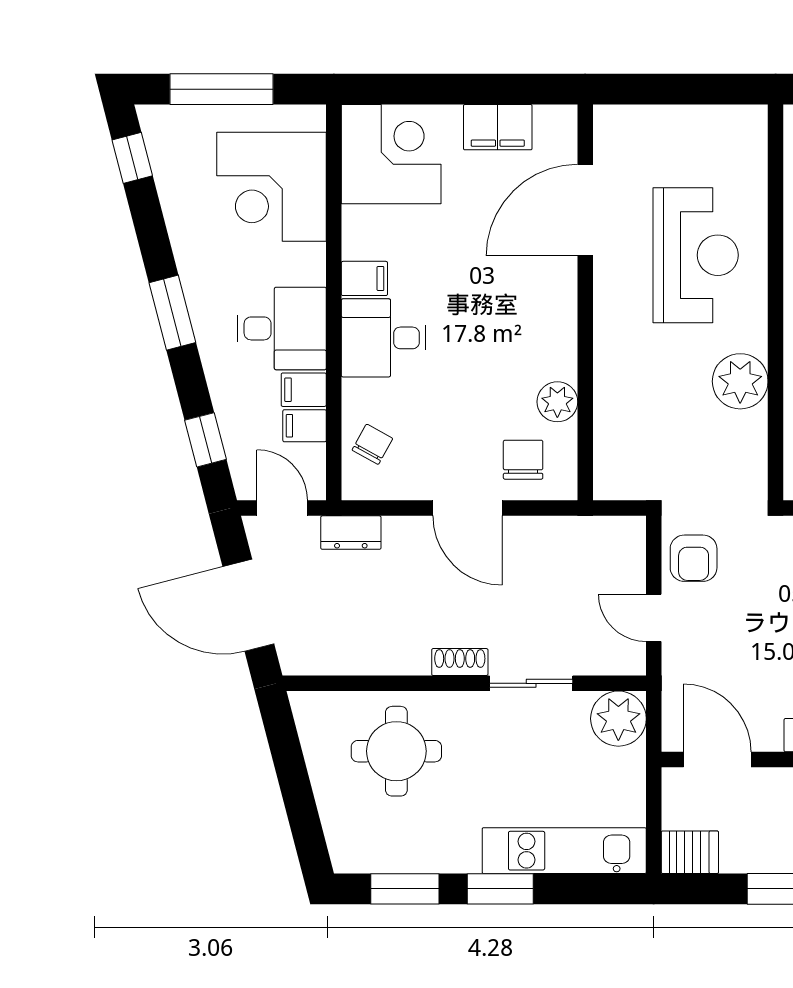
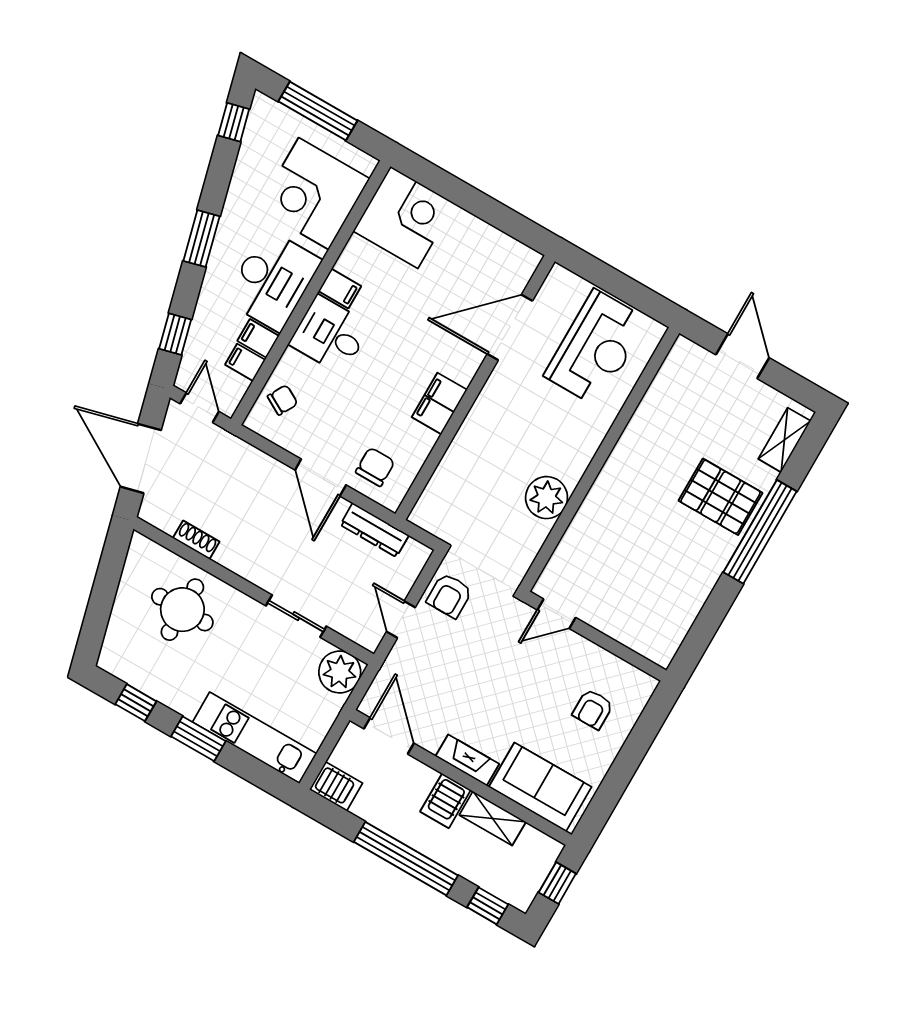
filing cabinet: (498, 127) -> (439, 403), moved, turned 90
reception desk: (696, 255) -> (596, 348), moved
desk: (282, 328) -> (273, 280), width x1.37
plant: (557, 402) -> (419, 442), removed
dresser: (351, 533) -> (375, 530), moved, width x1.44
shoe rack: (460, 662) -> (196, 540), moved
window: (405, 889) -> (136, 703), width x0.67

